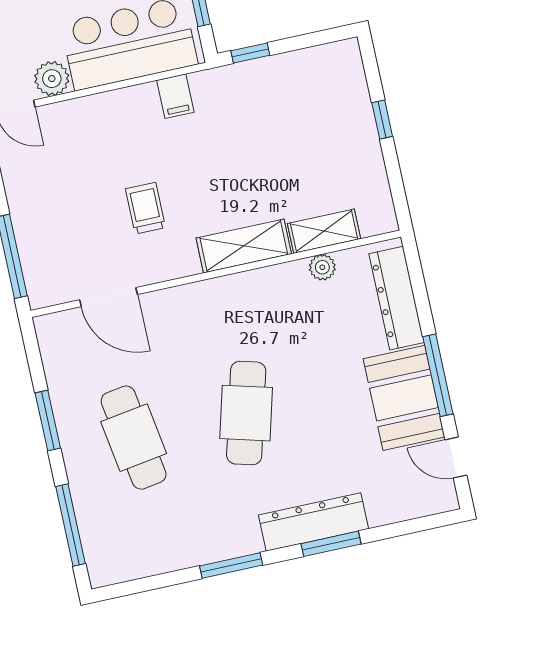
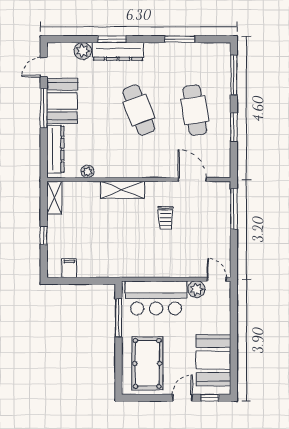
window: (250, 53) -> (99, 281), removed
filing cabinet: (175, 96) -> (69, 268), moved
shelving: (324, 231) -> (54, 198), moved, turned 90
cafe table: (246, 413) -> (139, 110), turned -36
door: (456, 457) -> (44, 67), swing flipped
plant: (385, 507) -> (83, 51), added
window: (231, 566) -> (180, 39), moved

